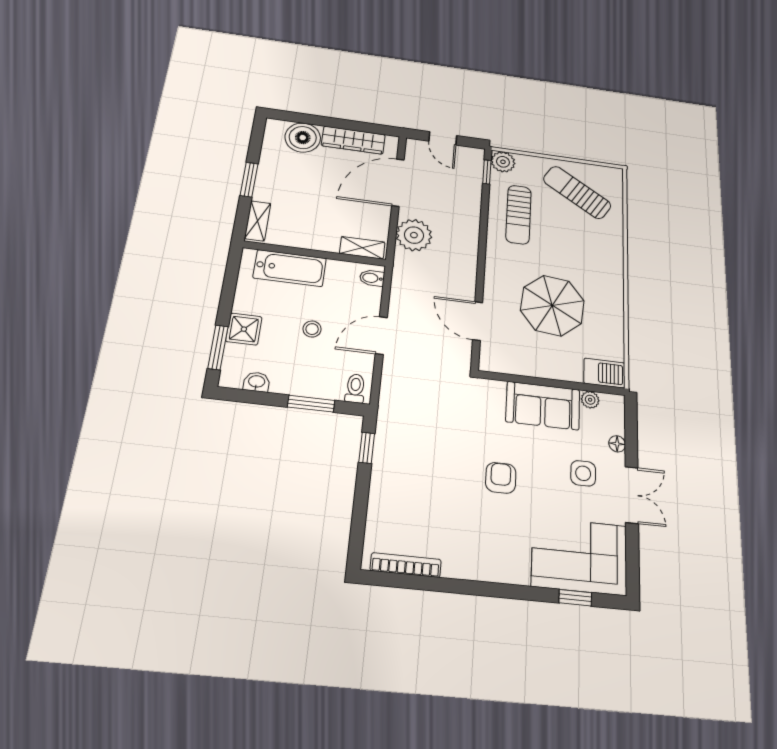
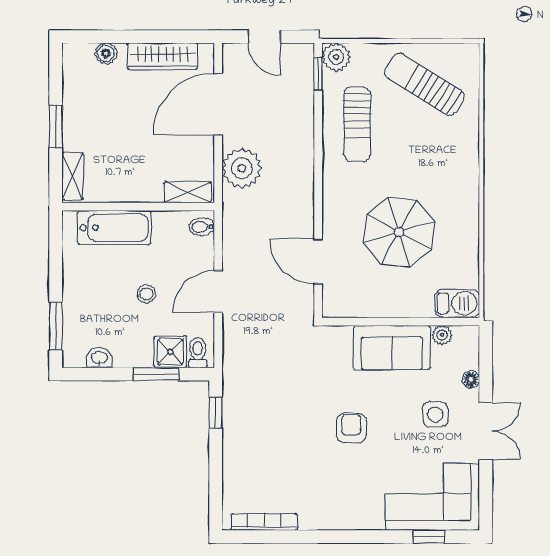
boiler: (303, 138) -> (106, 53), width x0.54, depth x0.54
shower: (244, 329) -> (170, 352), moved

